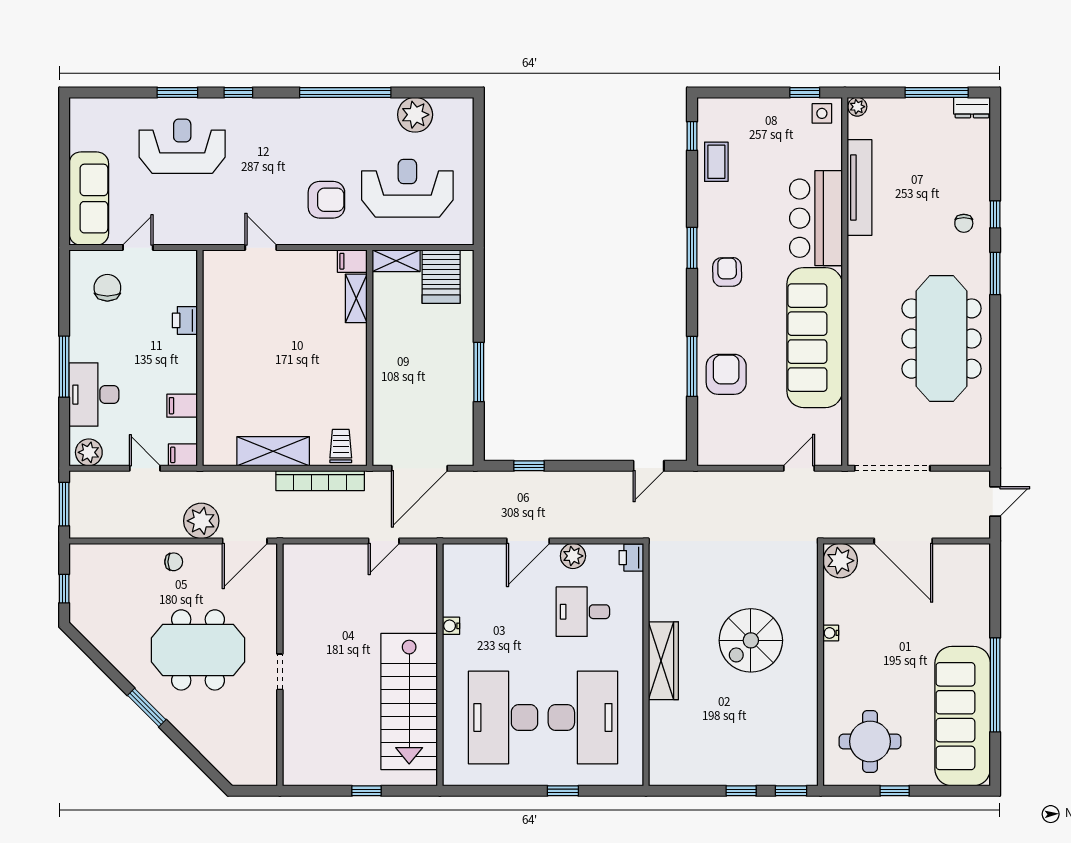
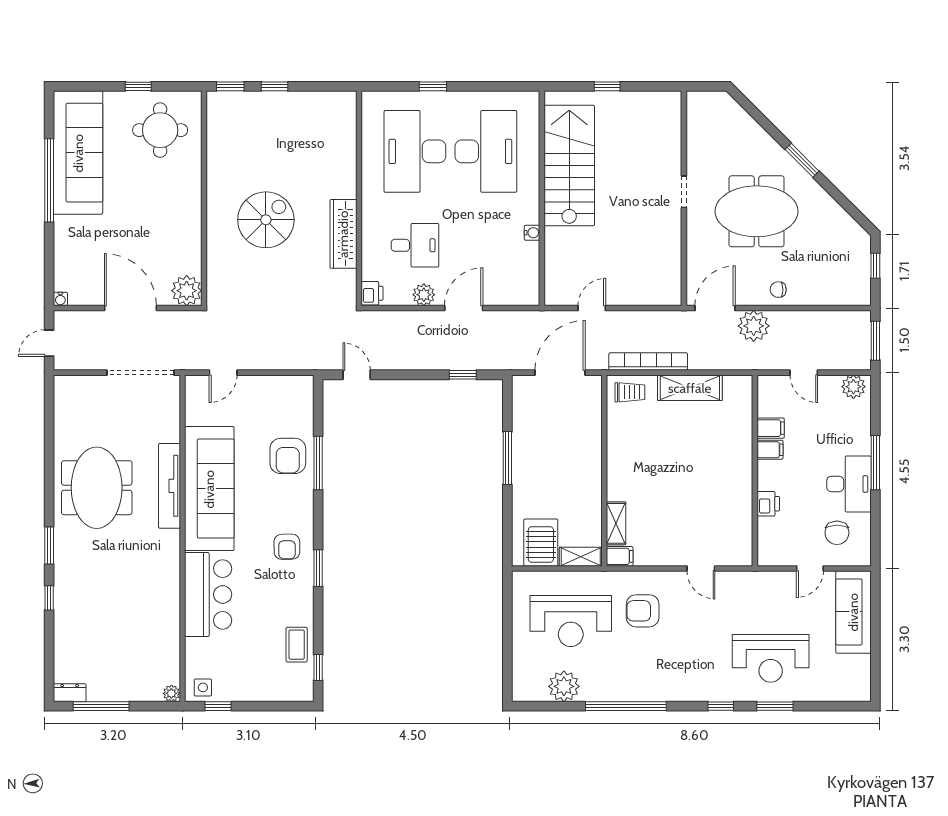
tv unit: (859, 188) -> (169, 486), moved
chair: (964, 223) -> (77, 590), removed
meeting table: (942, 339) -> (97, 488), width x0.73
desk: (94, 395) -> (849, 484), moved
trolley: (341, 446) -> (630, 392), turned -90
filing cabinet: (183, 455) -> (770, 450), moved
door: (649, 466) -> (357, 375), hinge flipped
water cooler: (831, 633) -> (60, 299), moved, turned 90
wardrobe: (663, 661) -> (343, 234), moved

